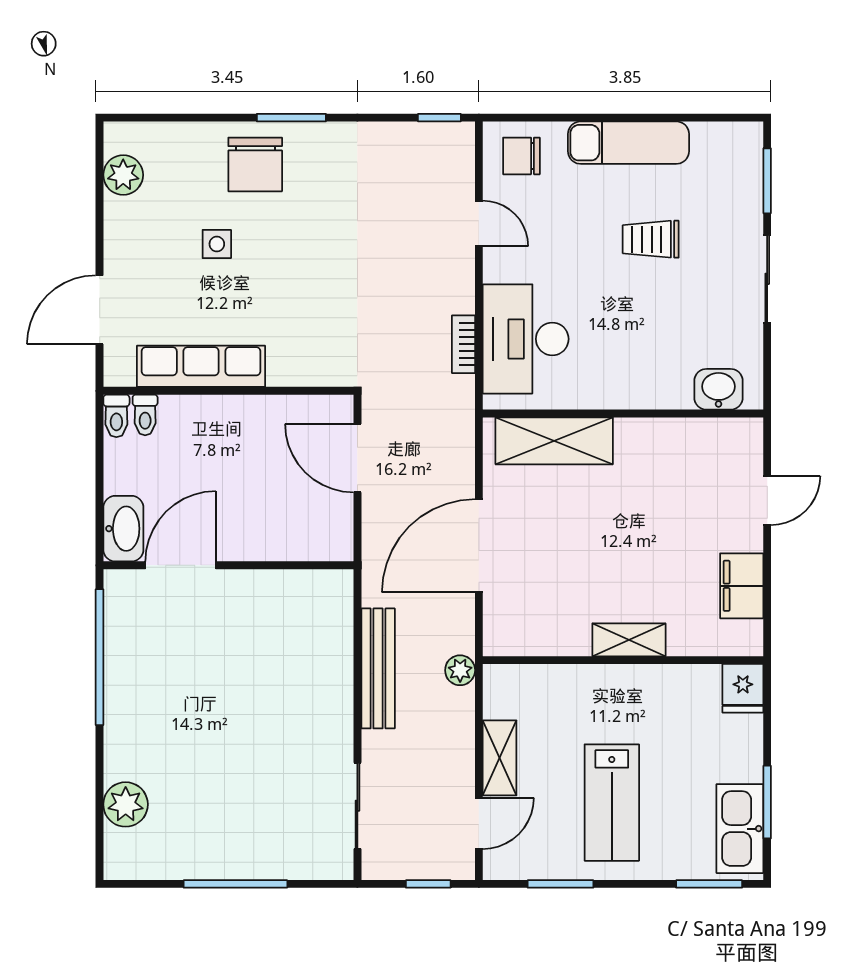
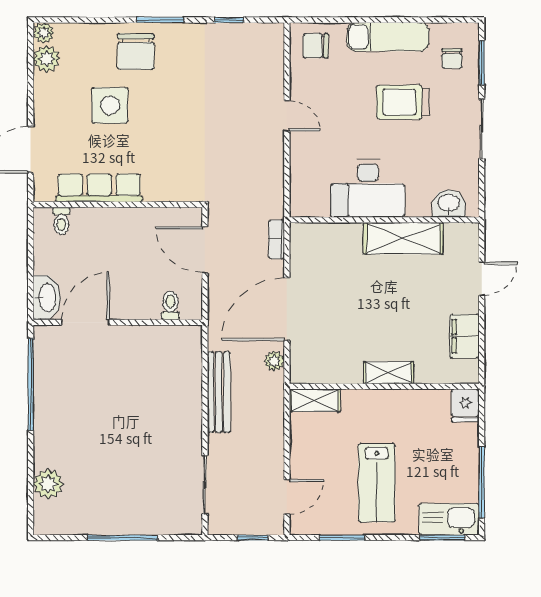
window: (439, 118) -> (229, 20), moved
plant: (119, 137) -> (44, 33), added
chair: (723, 175) -> (452, 59), added
door: (479, 223) -> (287, 116), moved
trolley: (651, 239) -> (403, 102), width x1.36, depth x1.39
side table: (217, 244) -> (110, 105), width x1.87, depth x1.87
desk: (526, 339) -> (368, 188), moved, turned -90
bookcase: (463, 344) -> (276, 239), moved
toilet: (116, 416) -> (170, 305), moved, turned 180
shelving: (554, 441) -> (403, 238), moved
plant: (460, 670) -> (274, 361), moved
shelving: (500, 758) -> (315, 400), moved, turned 90
window: (767, 802) -> (482, 482), width x1.44
kitchen sink: (740, 829) -> (449, 519), moved, turned 90

